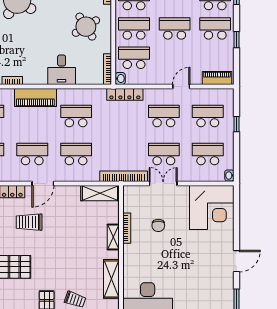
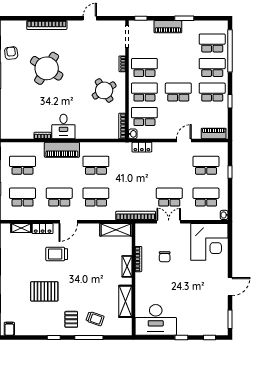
desk: (62, 70) -> (63, 127), moved
locker: (125, 94) -> (142, 147), width x0.66
school desk: (164, 116) -> (169, 165), removed

